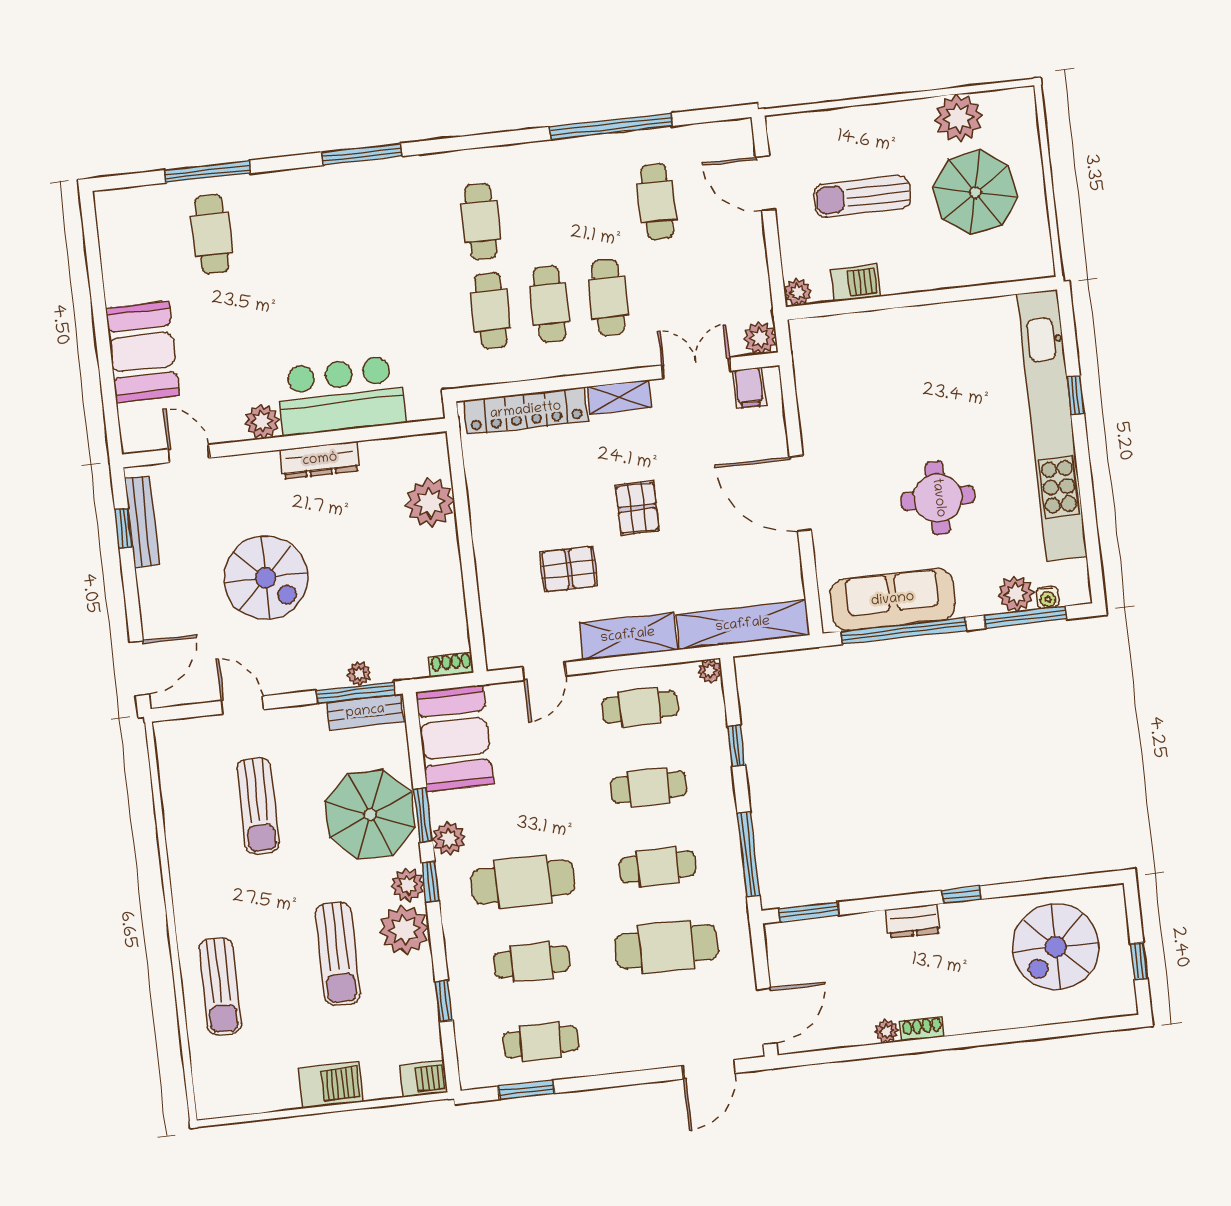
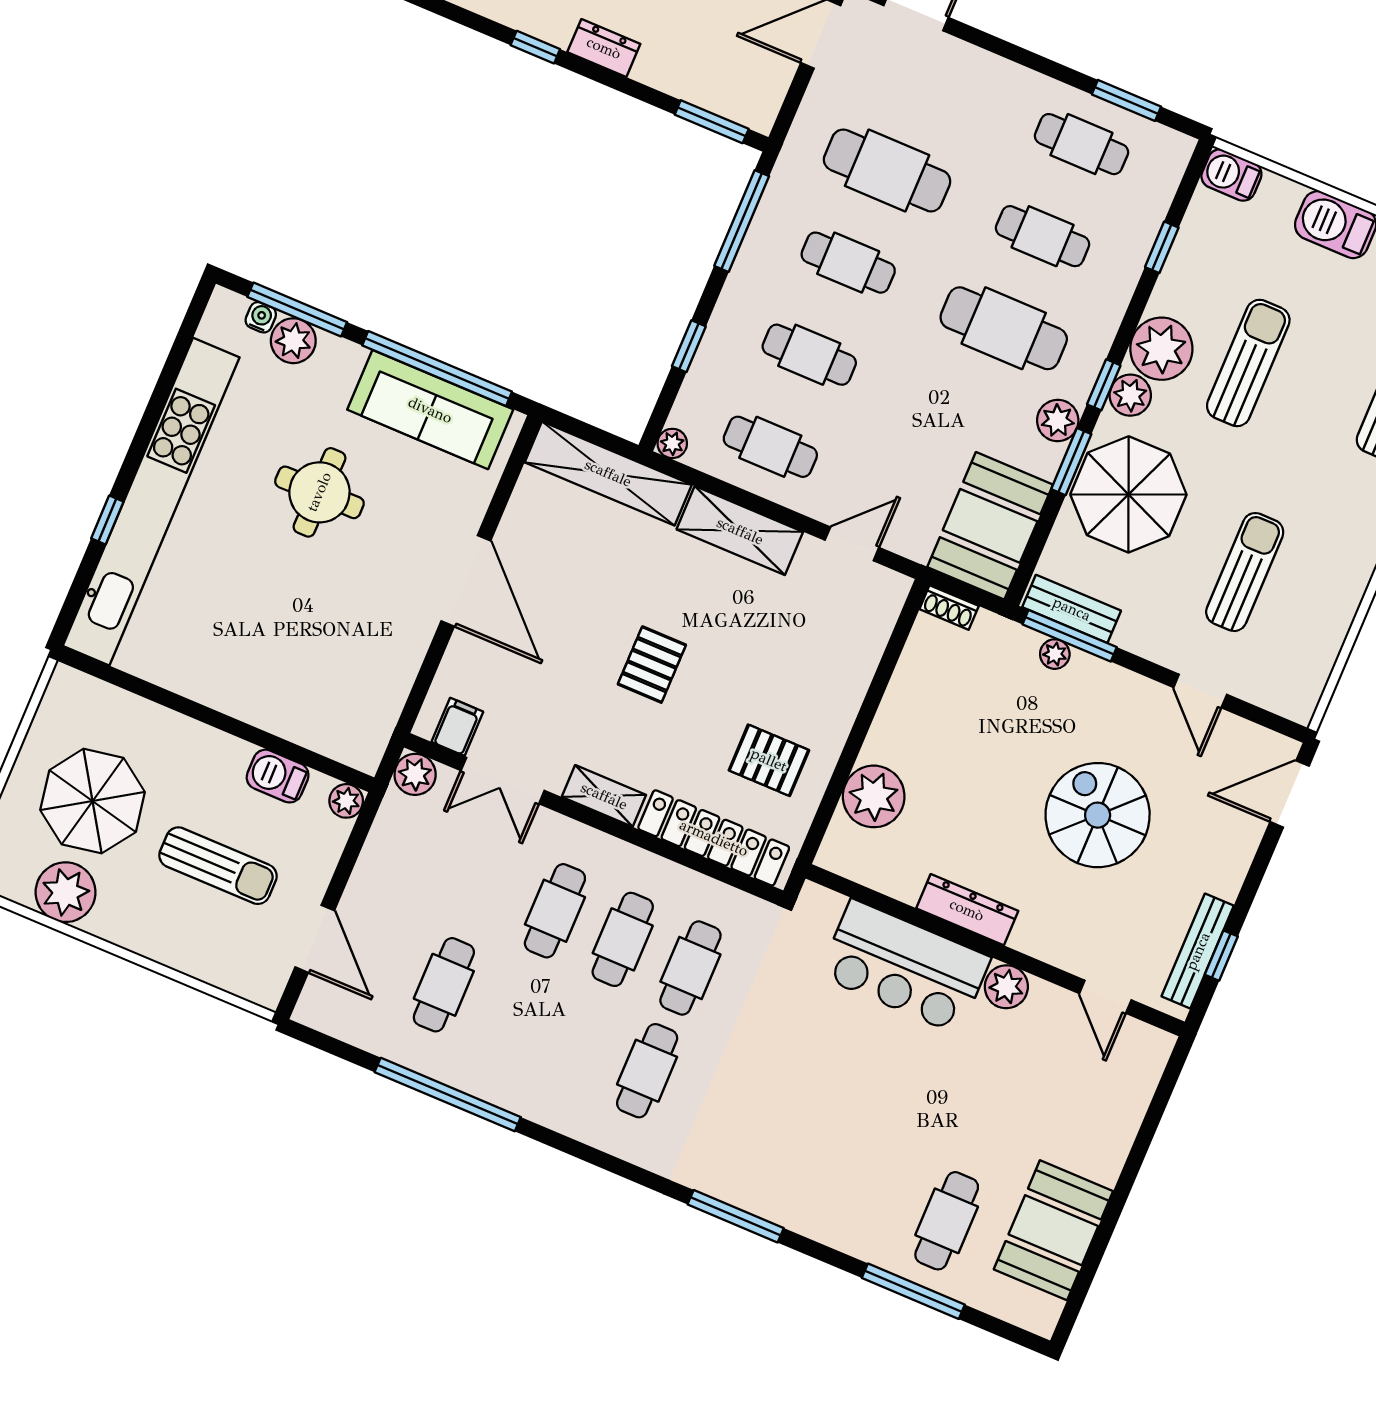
booth: (142, 352) -> (1053, 1230), moved
pallet: (569, 569) -> (769, 760), moved

